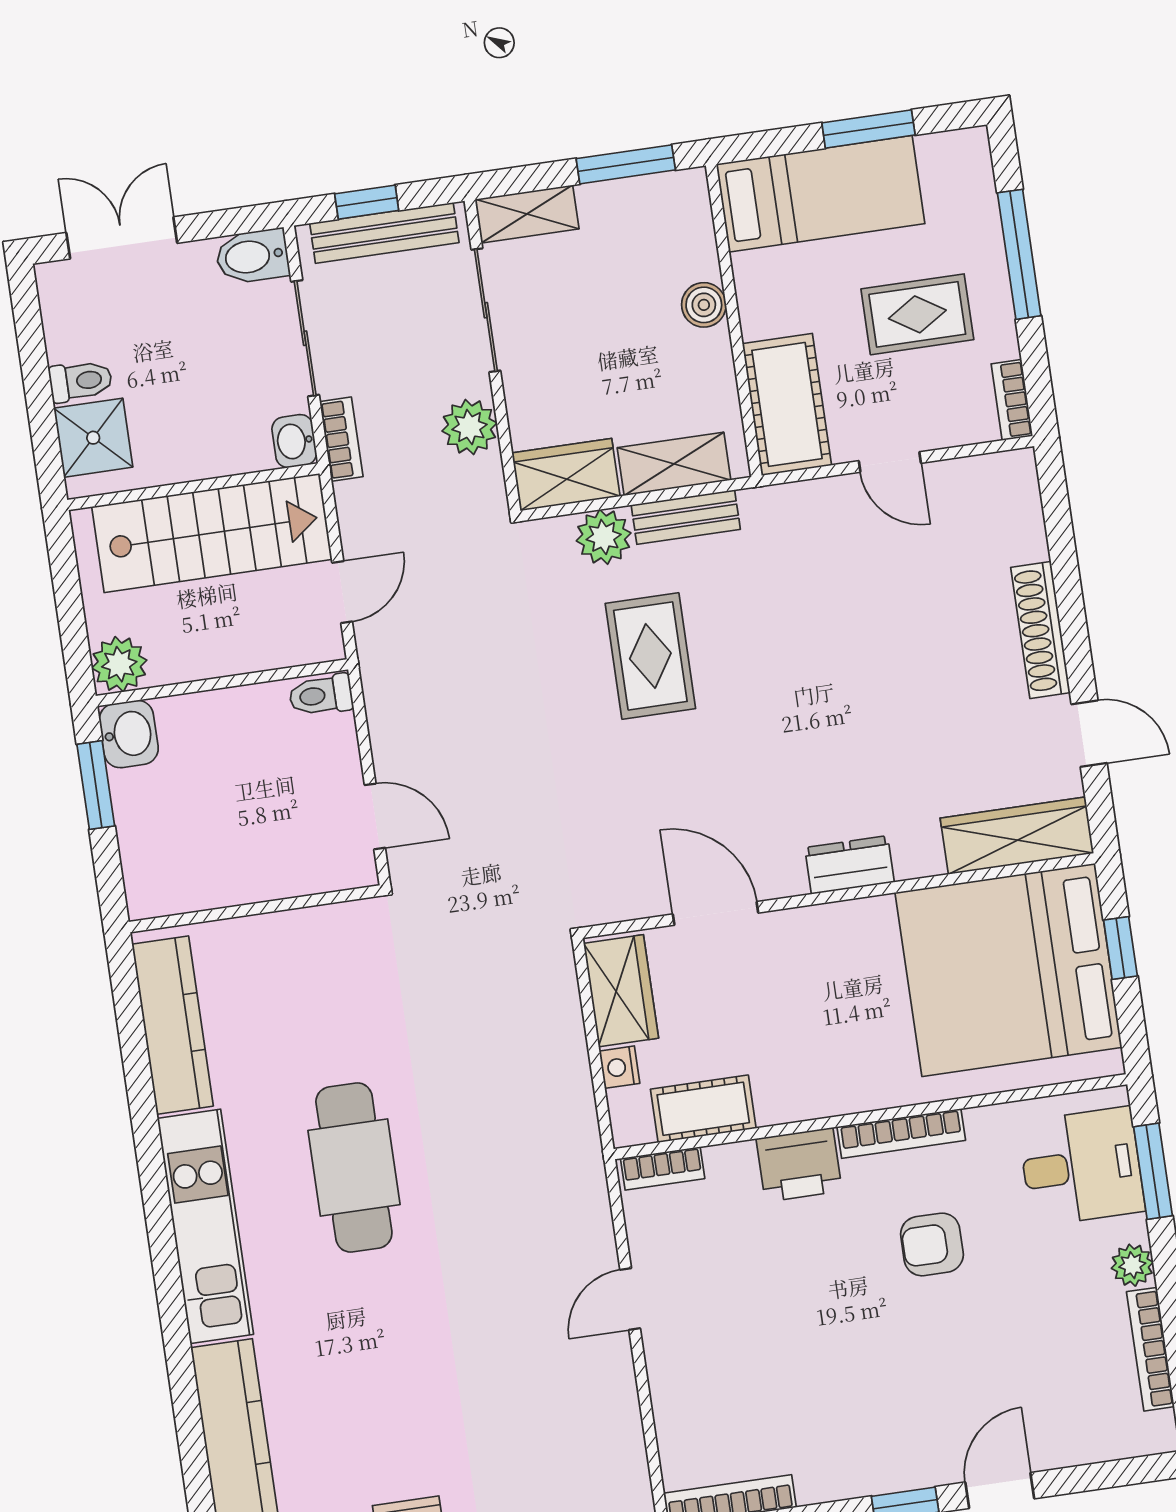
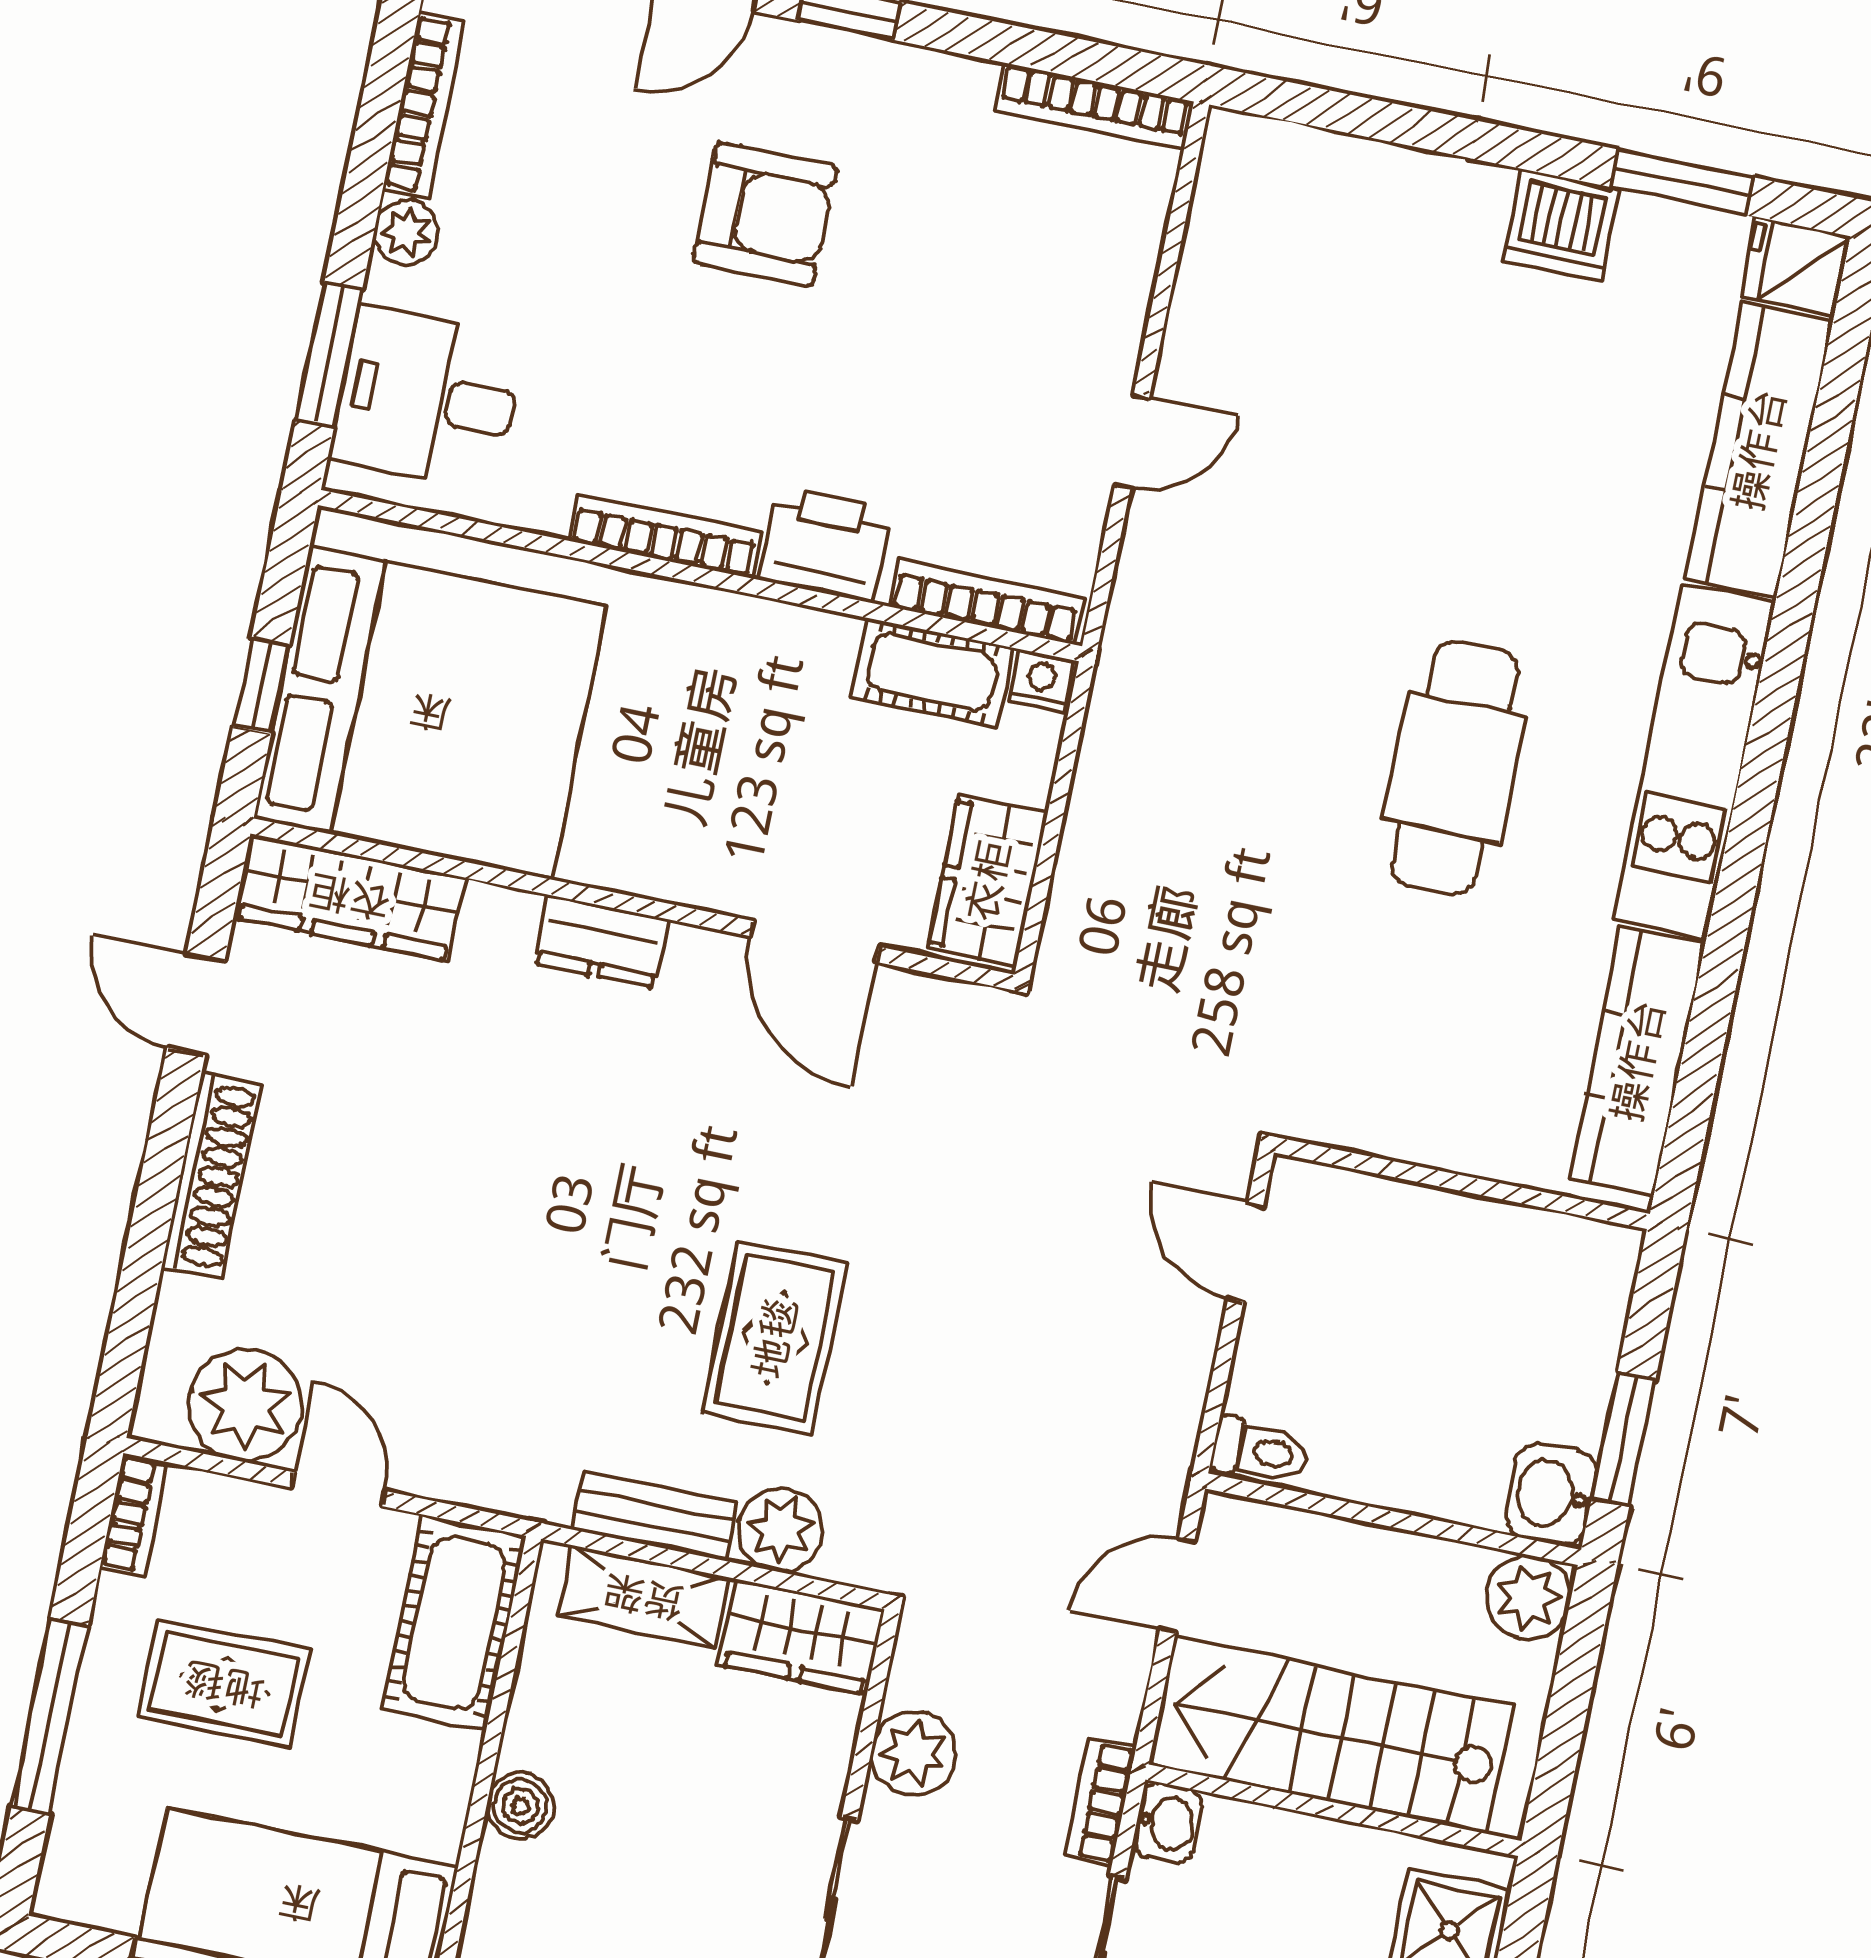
plant: (967, 494) -> (245, 1405), added
nightstand: (619, 1067) -> (1041, 681), moved, turned -90
bookcase: (663, 1168) -> (986, 602), width x1.56
armchair: (932, 1244) -> (765, 214), moved, width x1.38, depth x1.38

